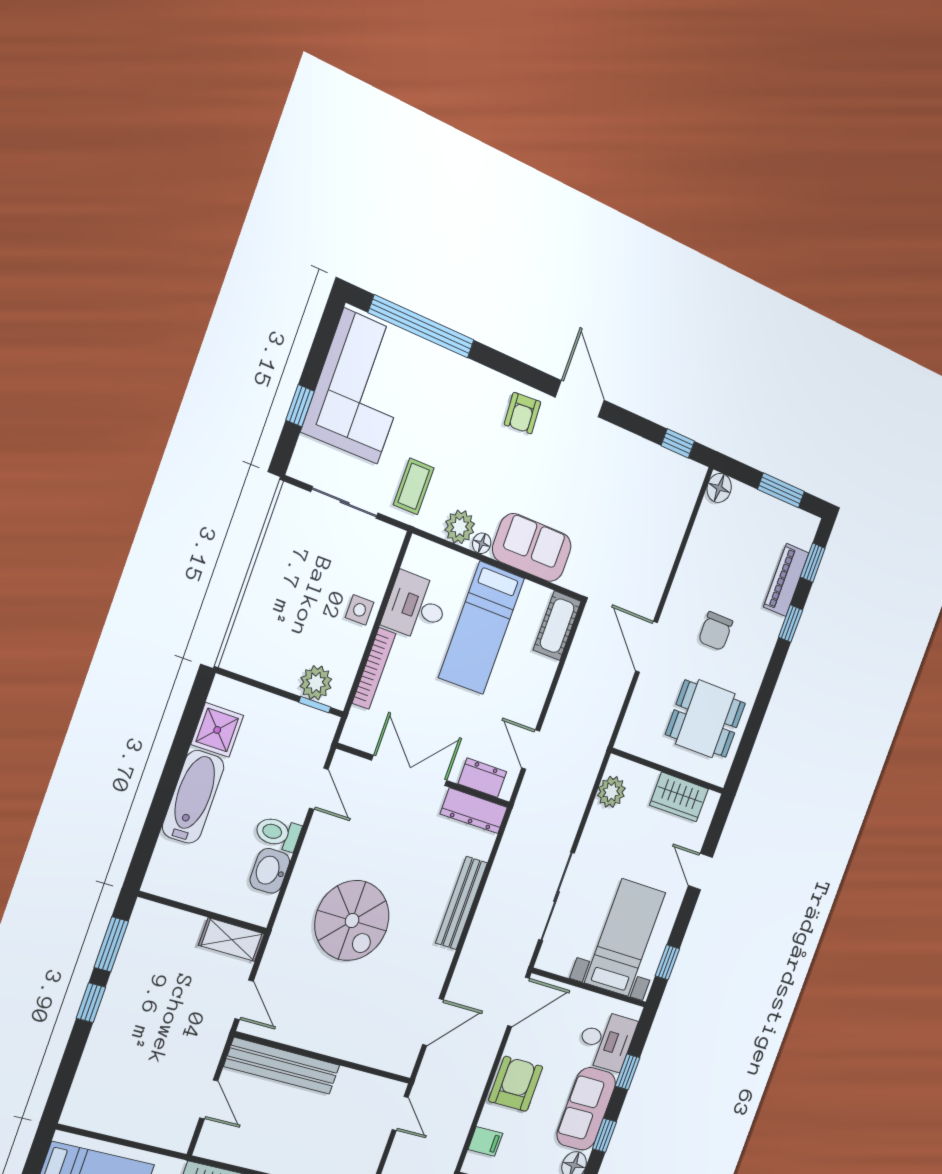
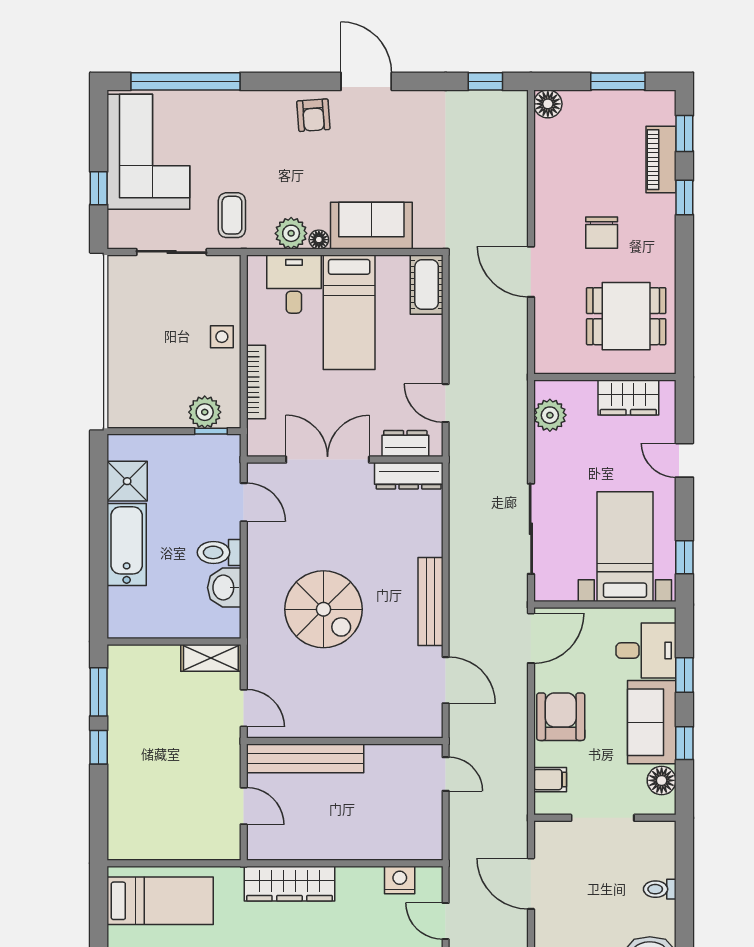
desk: (416, 607) -> (294, 284), moved, turned 90
bench: (461, 903) -> (430, 602), moved
door: (433, 1022) -> (446, 680), hinge flipped

